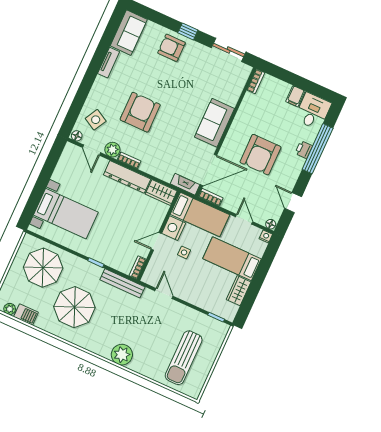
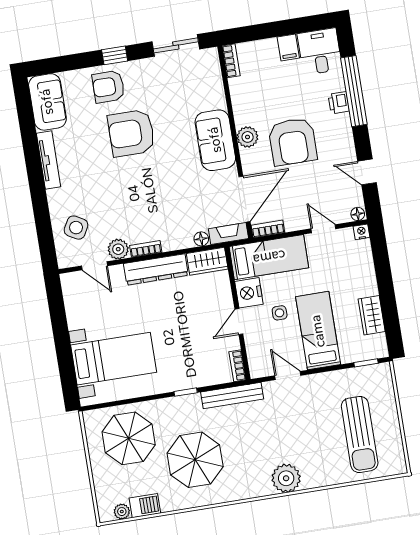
tv unit: (109, 63) -> (49, 160), width x1.41
armchair: (140, 112) -> (131, 133), moved, turned -90
plant: (235, 134) -> (248, 137), added
floor lamp: (77, 136) -> (201, 239), moved
bed: (232, 259) -> (318, 331), moved, turned 90

